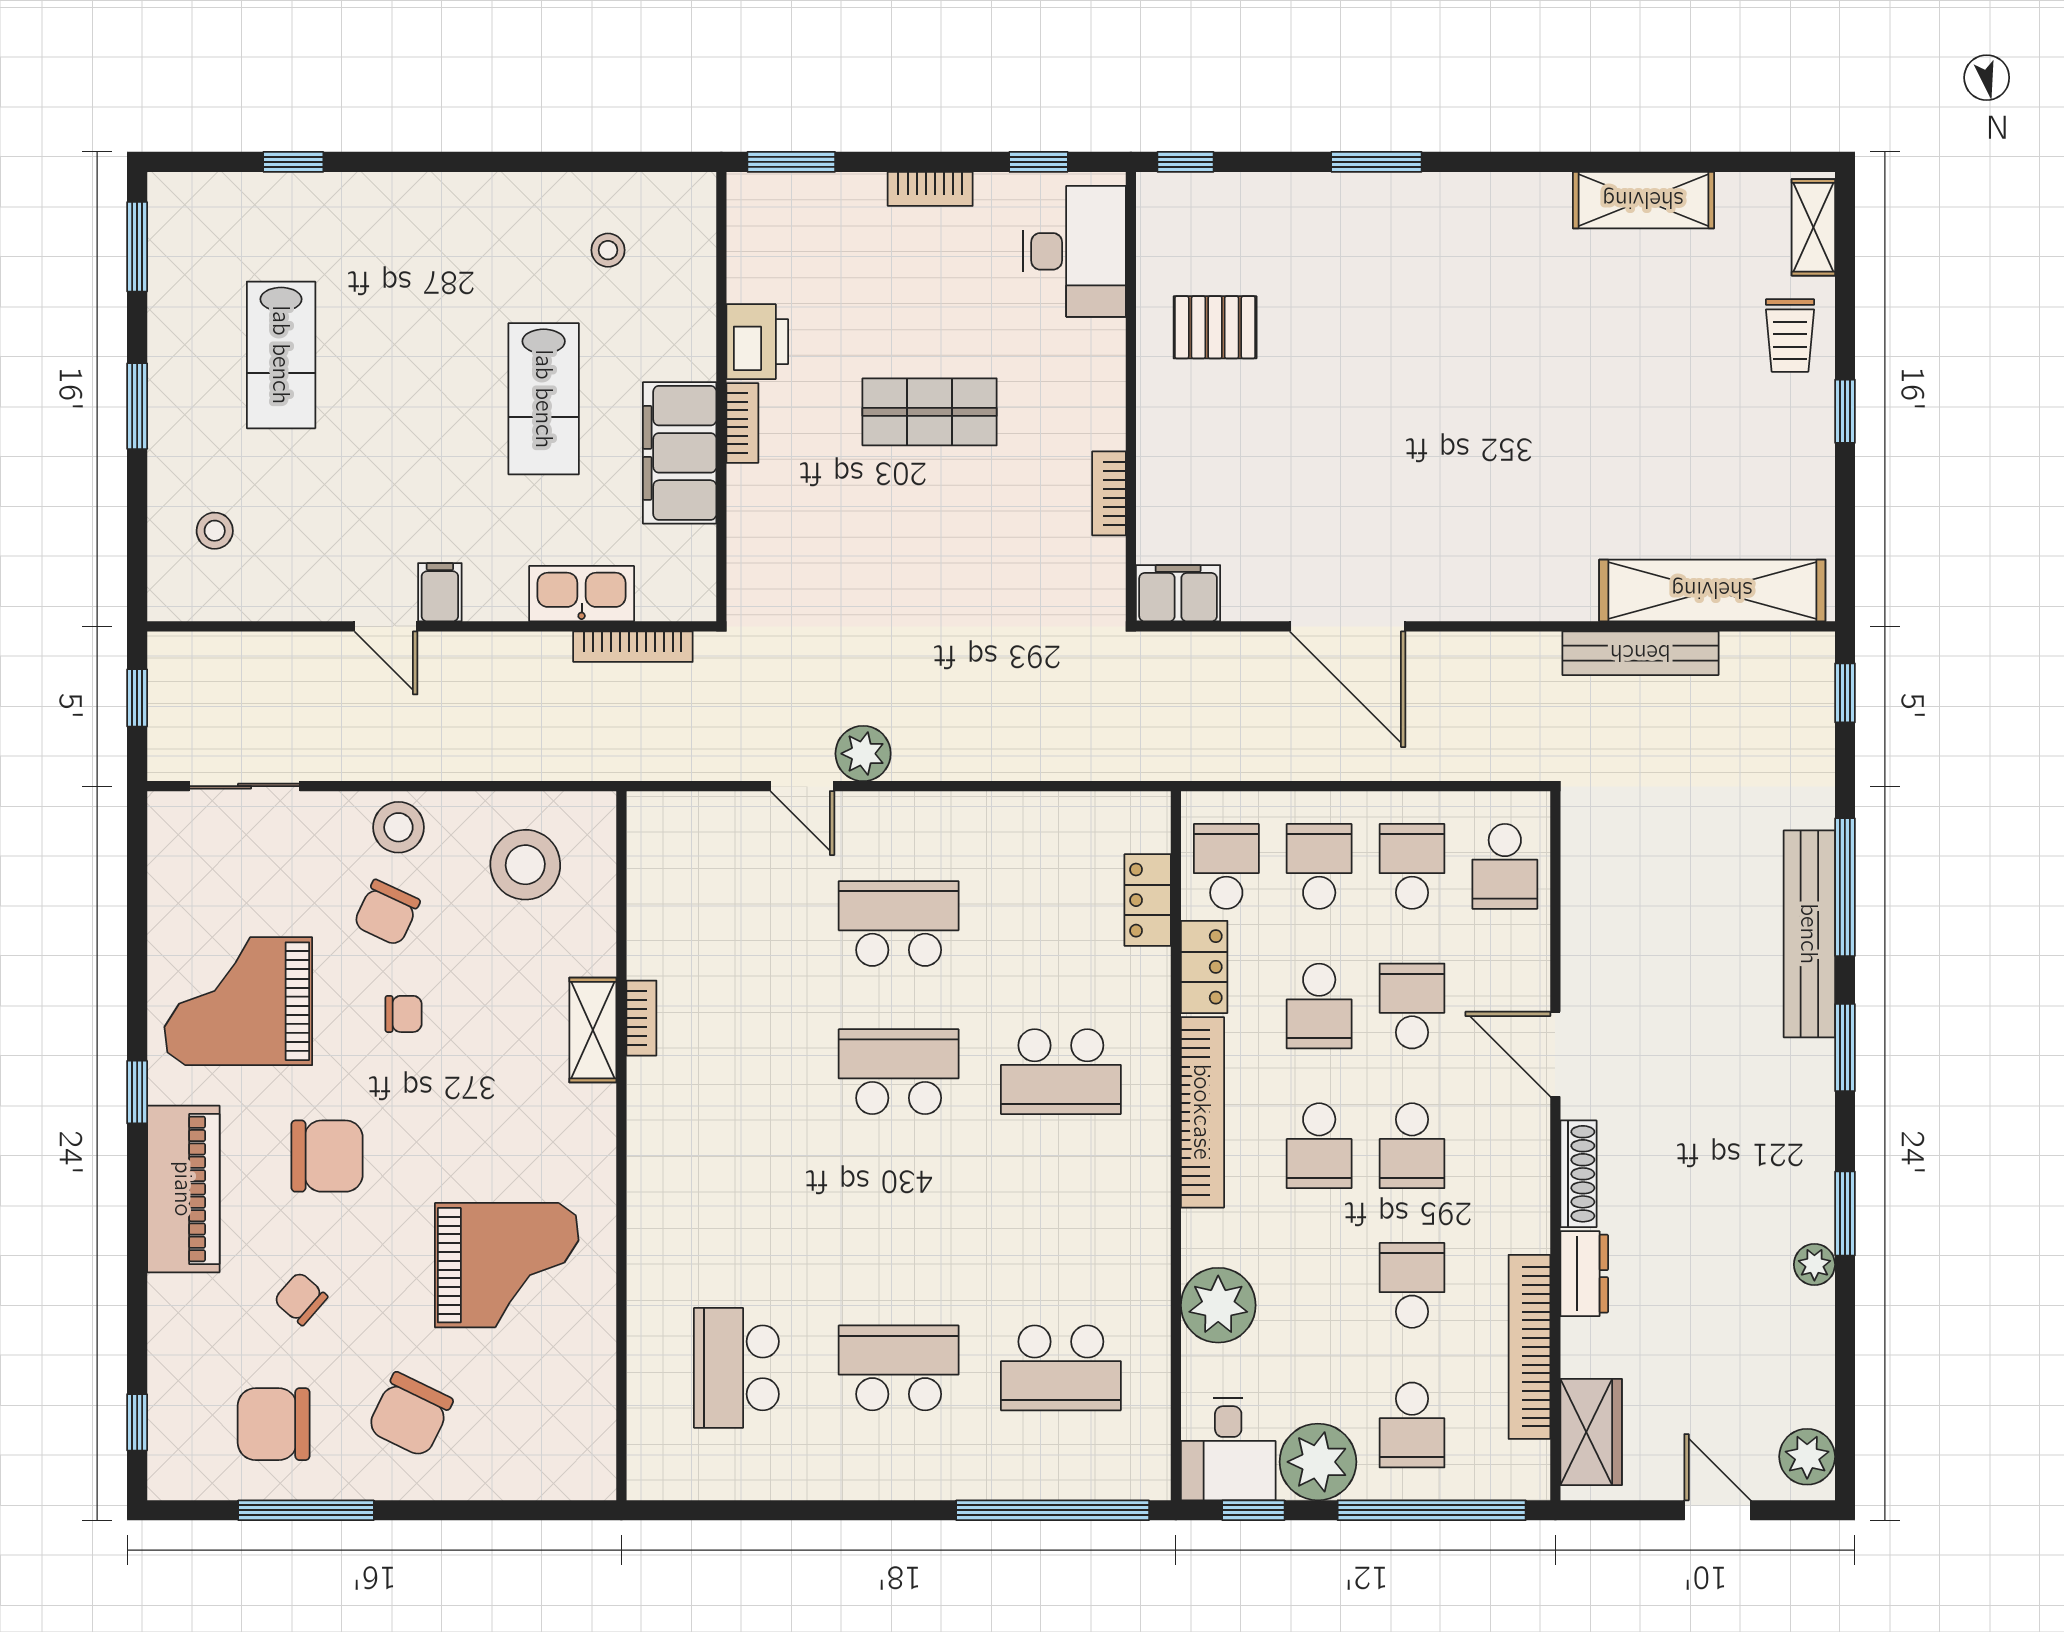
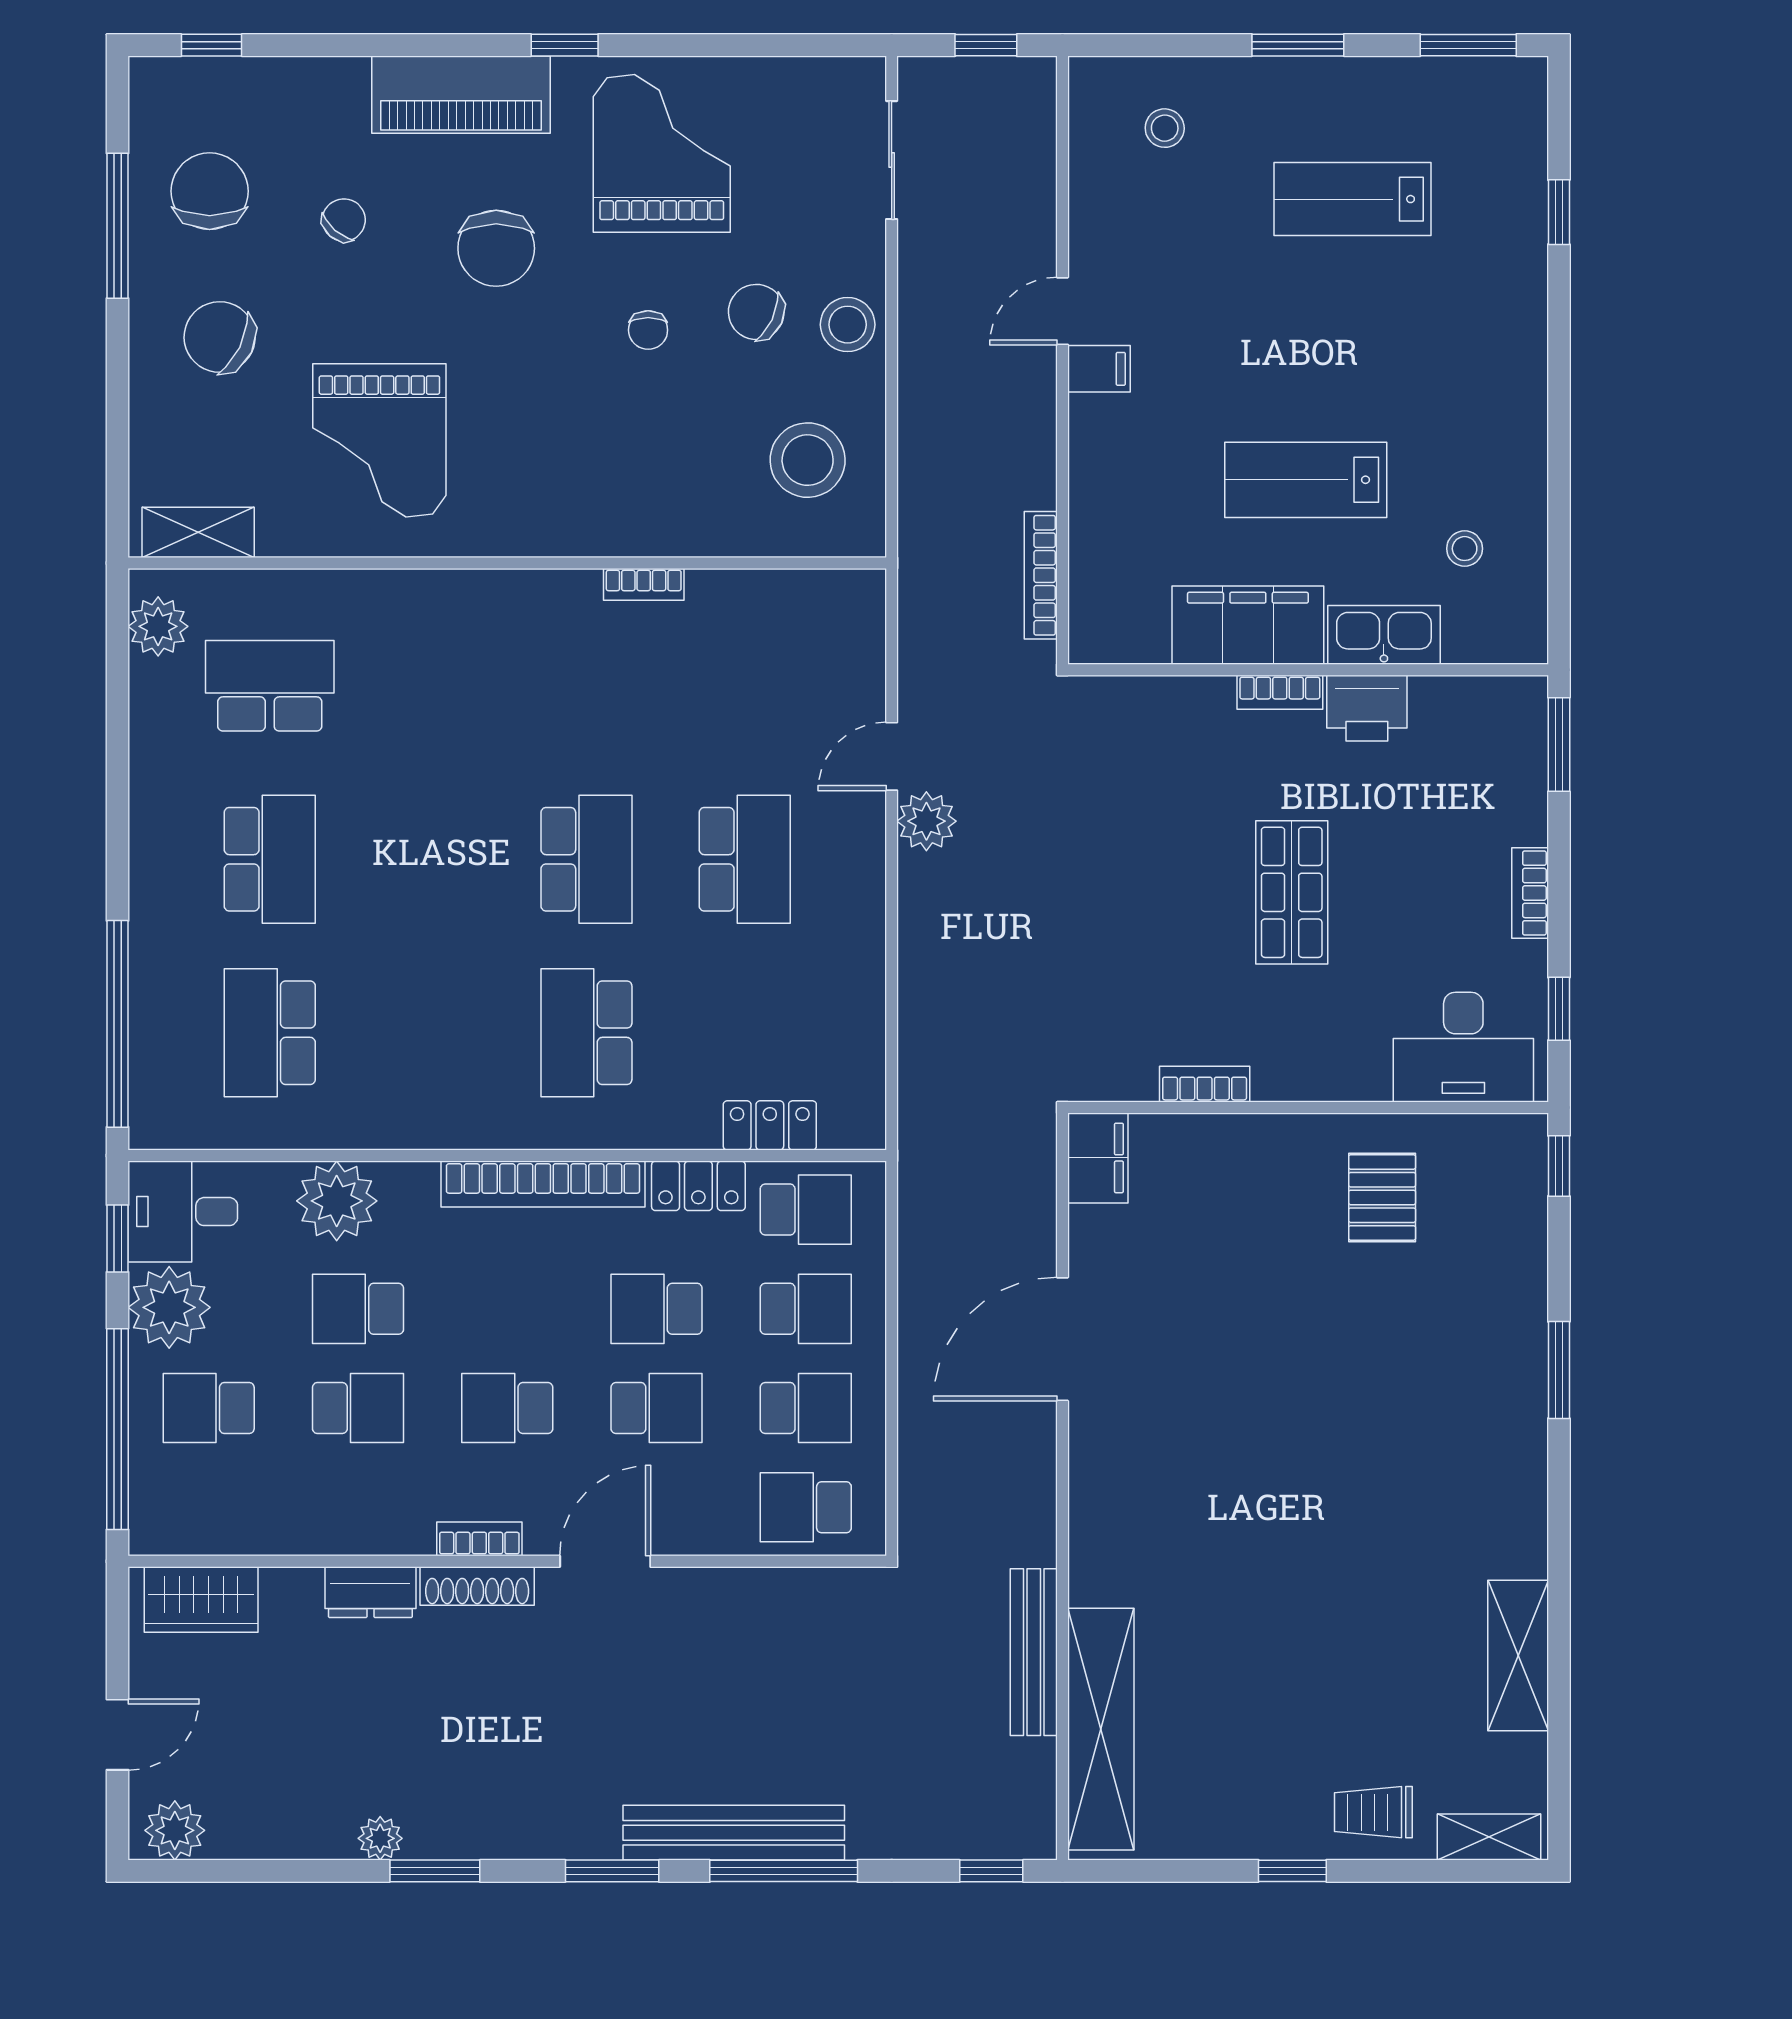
kitchen sink: (582, 594) -> (1384, 635), moved, turned -90
shelving: (593, 1030) -> (198, 532), moved
school desk: (1319, 1146) -> (358, 1309), moved
bookcase: (1529, 1347) -> (479, 1539), moved, width x0.43, depth x0.76
plant: (681, 1472) -> (158, 626), added

